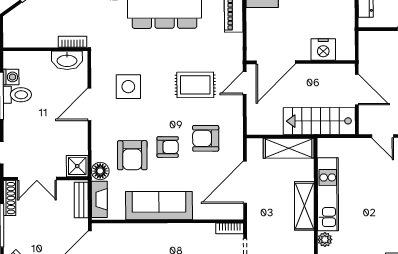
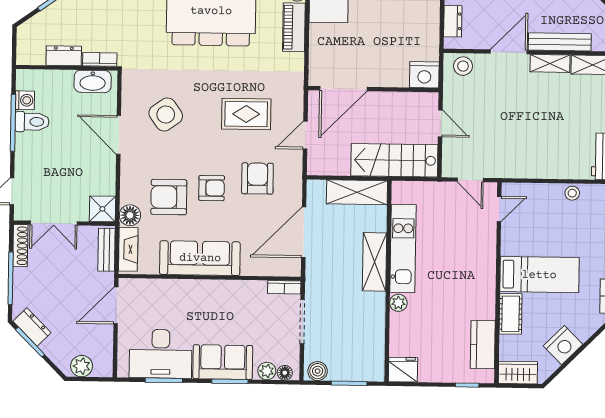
dresser: (43, 39) -> (64, 56), added
stool: (375, 42) -> (463, 66), added
nightstand: (323, 49) -> (424, 75), moved
door: (245, 83) -> (305, 135), moved
side table: (128, 87) -> (166, 115), turned -35
door: (357, 90) -> (440, 123), width x0.73
door: (89, 104) -> (119, 135), hinge flipped
armchair: (206, 138) -> (257, 178), turned 90
armchair: (132, 155) -> (169, 197), turned 90

